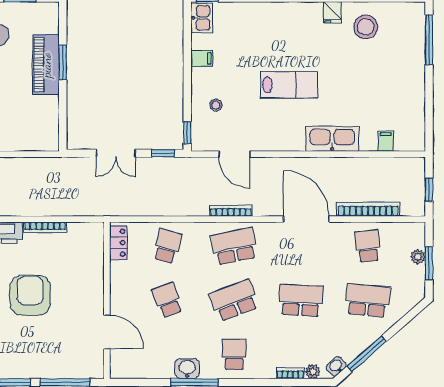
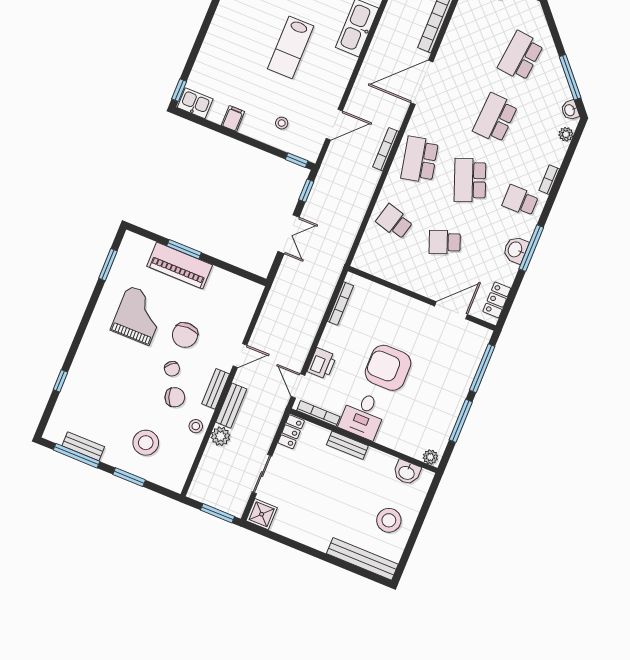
lab bench: (289, 85) -> (291, 47), turned 180
bookcase: (45, 227) -> (340, 304), moved
locker: (118, 243) -> (497, 300), moved, turned -90
school desk: (368, 246) -> (470, 36), removed
bookcase: (290, 373) -> (549, 180), moved

